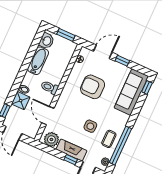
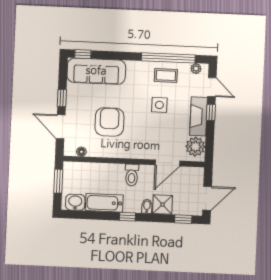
window: (22, 73) -> (127, 217), added
armchair: (93, 87) -> (109, 122), turned 180

